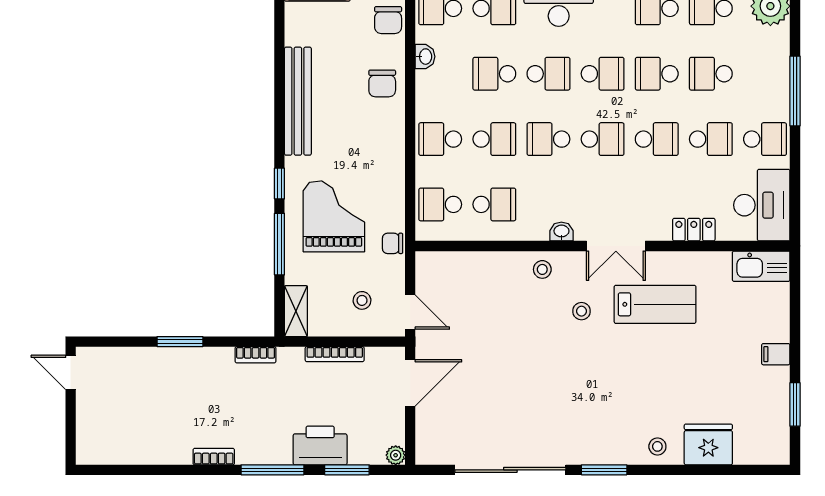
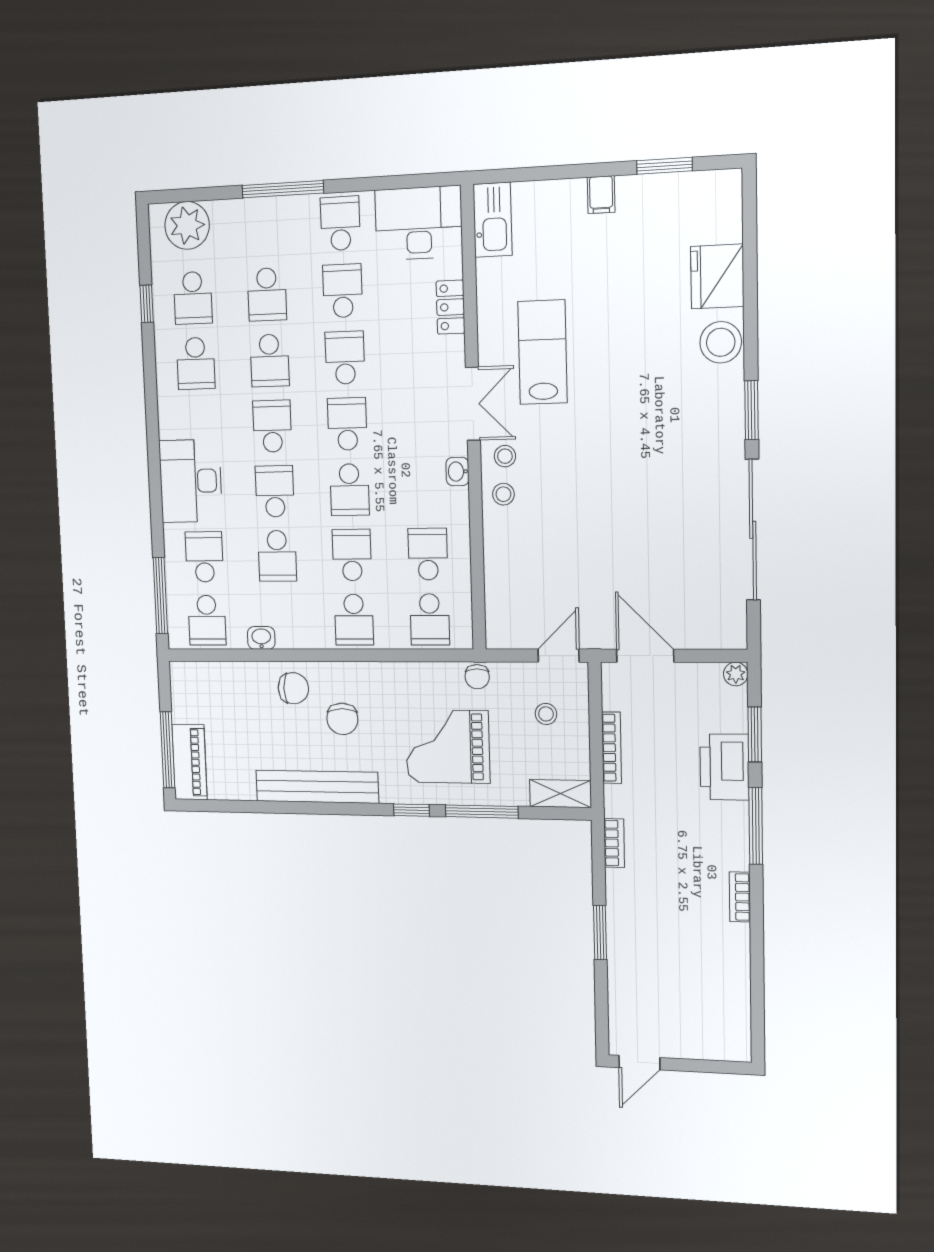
chair: (388, 20) -> (342, 719), moved, turned 90
stool: (581, 311) -> (505, 456), moved
stool: (657, 446) -> (721, 342), width x1.89, depth x1.89

